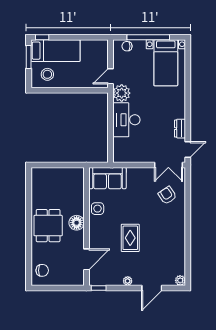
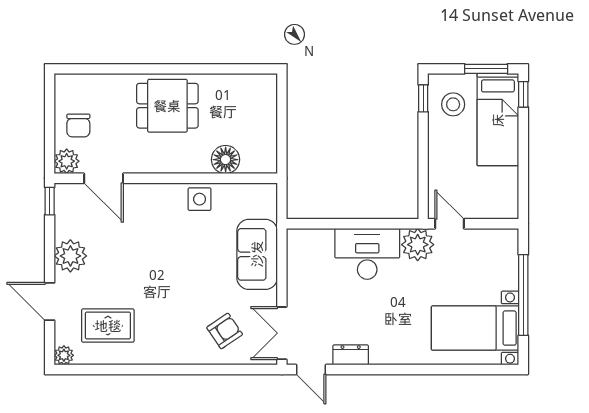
chair: (127, 46) -> (506, 255), removed
window: (44, 90) -> (423, 98), added
sofa: (107, 178) -> (257, 254), moved
floor lamp: (77, 223) -> (226, 160), moved
rug: (130, 238) -> (108, 326), moved
chair: (42, 270) -> (78, 125), moved
plant: (77, 279) -> (67, 161), added
plant: (128, 281) -> (70, 256), width x1.88, depth x1.88

